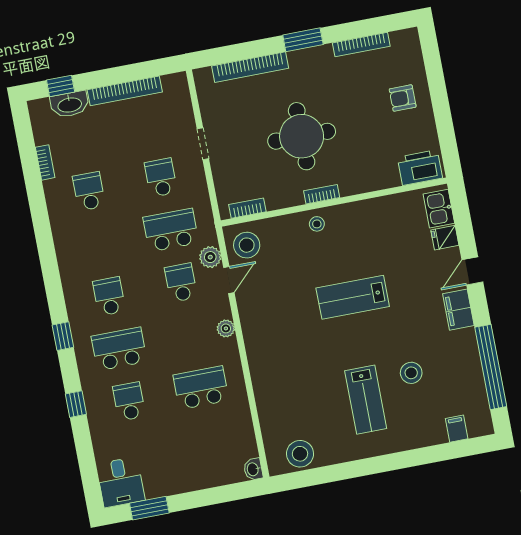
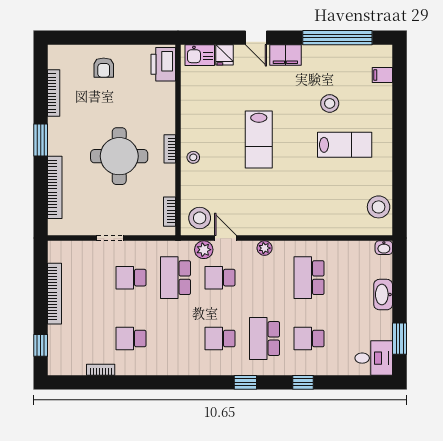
washbasin: (70, 104) -> (383, 295), moved, turned 180

